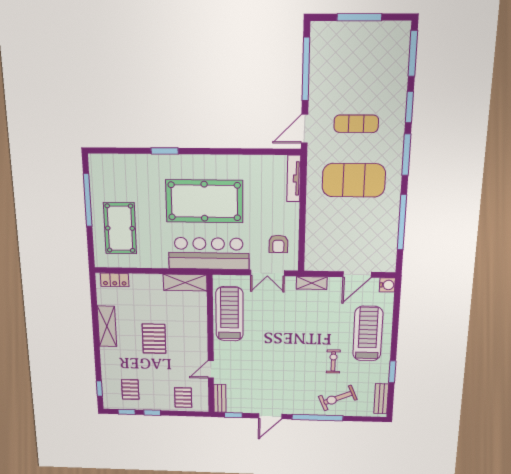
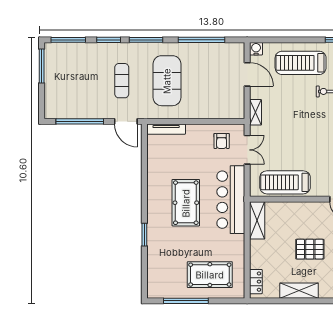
window: (359, 17) -> (42, 66), moved
pool table: (204, 201) -> (186, 203), width x0.73, depth x0.76
armchair: (278, 244) -> (222, 141), turned 90

